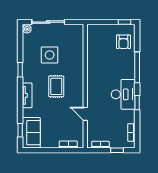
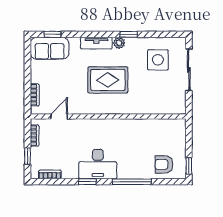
plant: (27, 29) -> (119, 43), moved
side table: (50, 55) -> (158, 60), moved
rug: (56, 86) -> (108, 80), width x1.36, depth x1.43
door: (85, 114) -> (59, 116), moved

